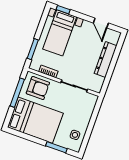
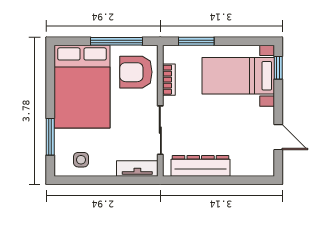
door: (101, 23) -> (278, 137), swing flipped
dresser: (106, 60) -> (201, 166), moved
armchair: (38, 88) -> (136, 72), turned 90
tv unit: (91, 106) -> (137, 168), added

